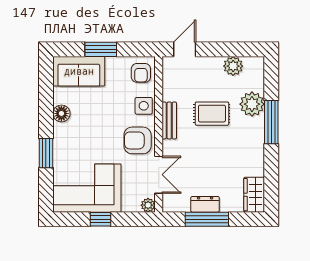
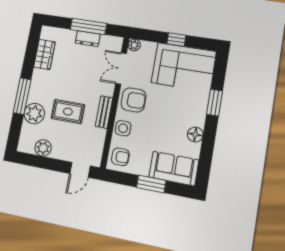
armchair: (141, 73) -> (120, 157), turned 90
wardrobe: (254, 195) -> (44, 54), moved

